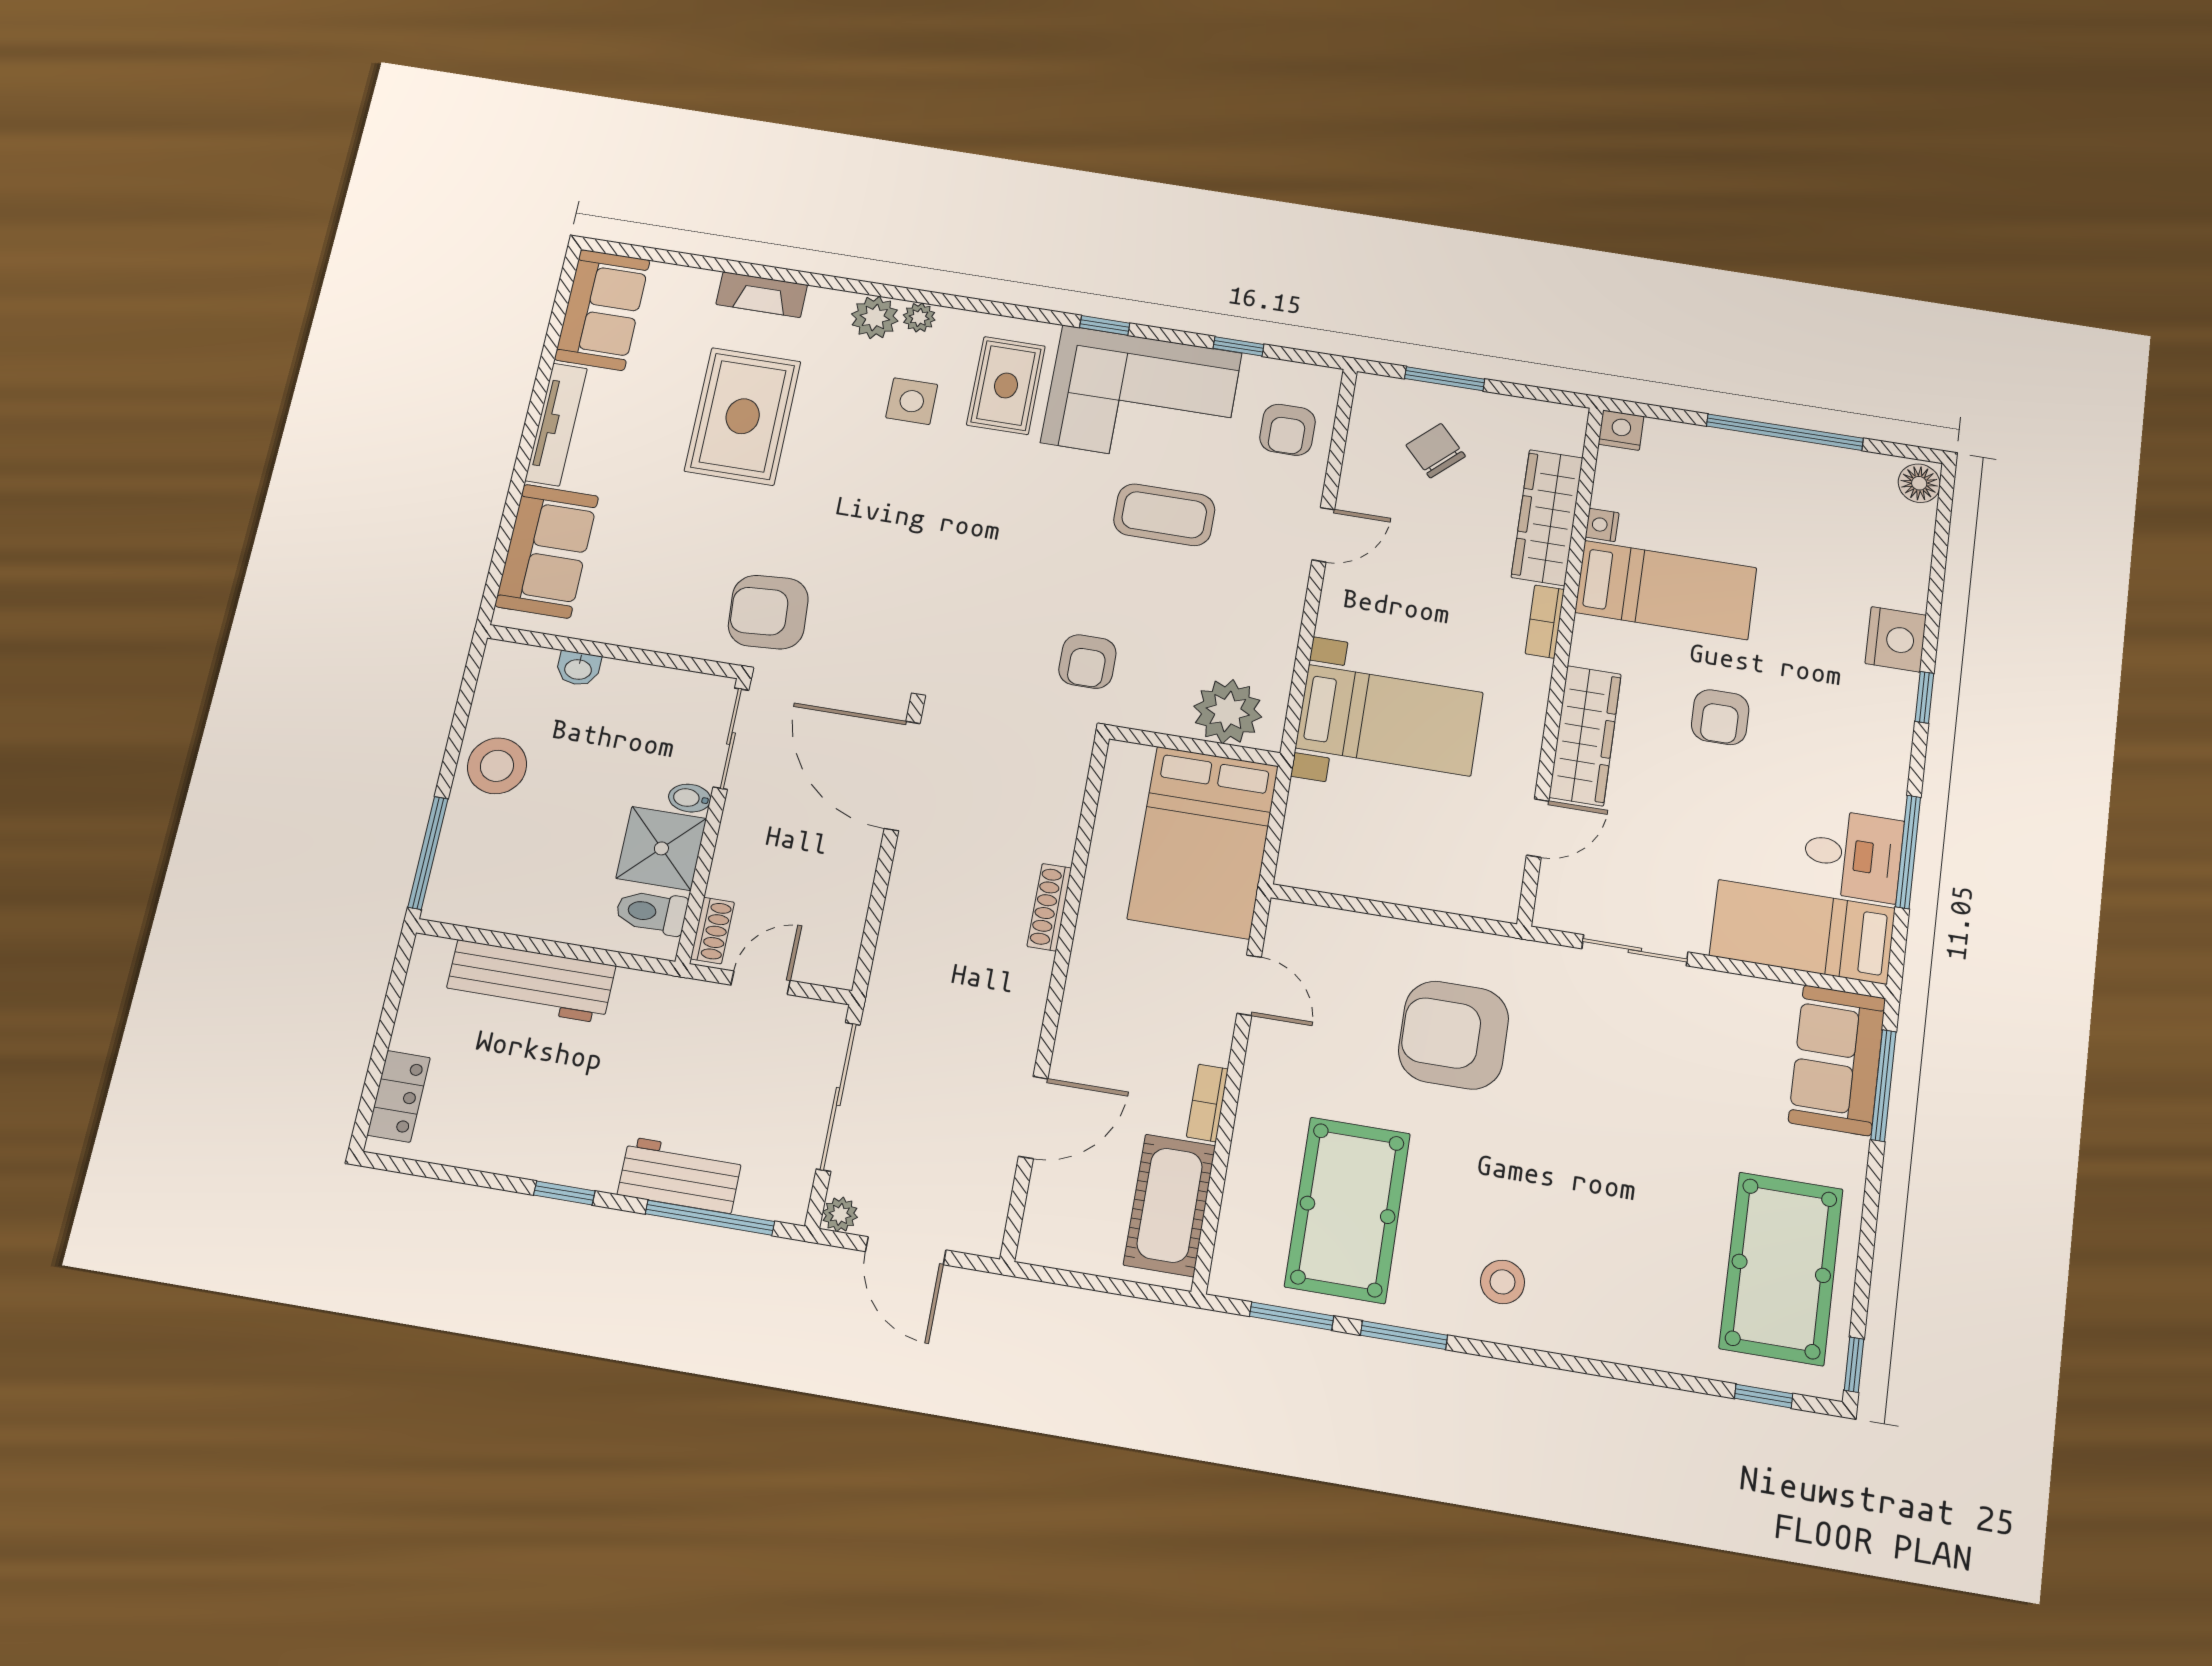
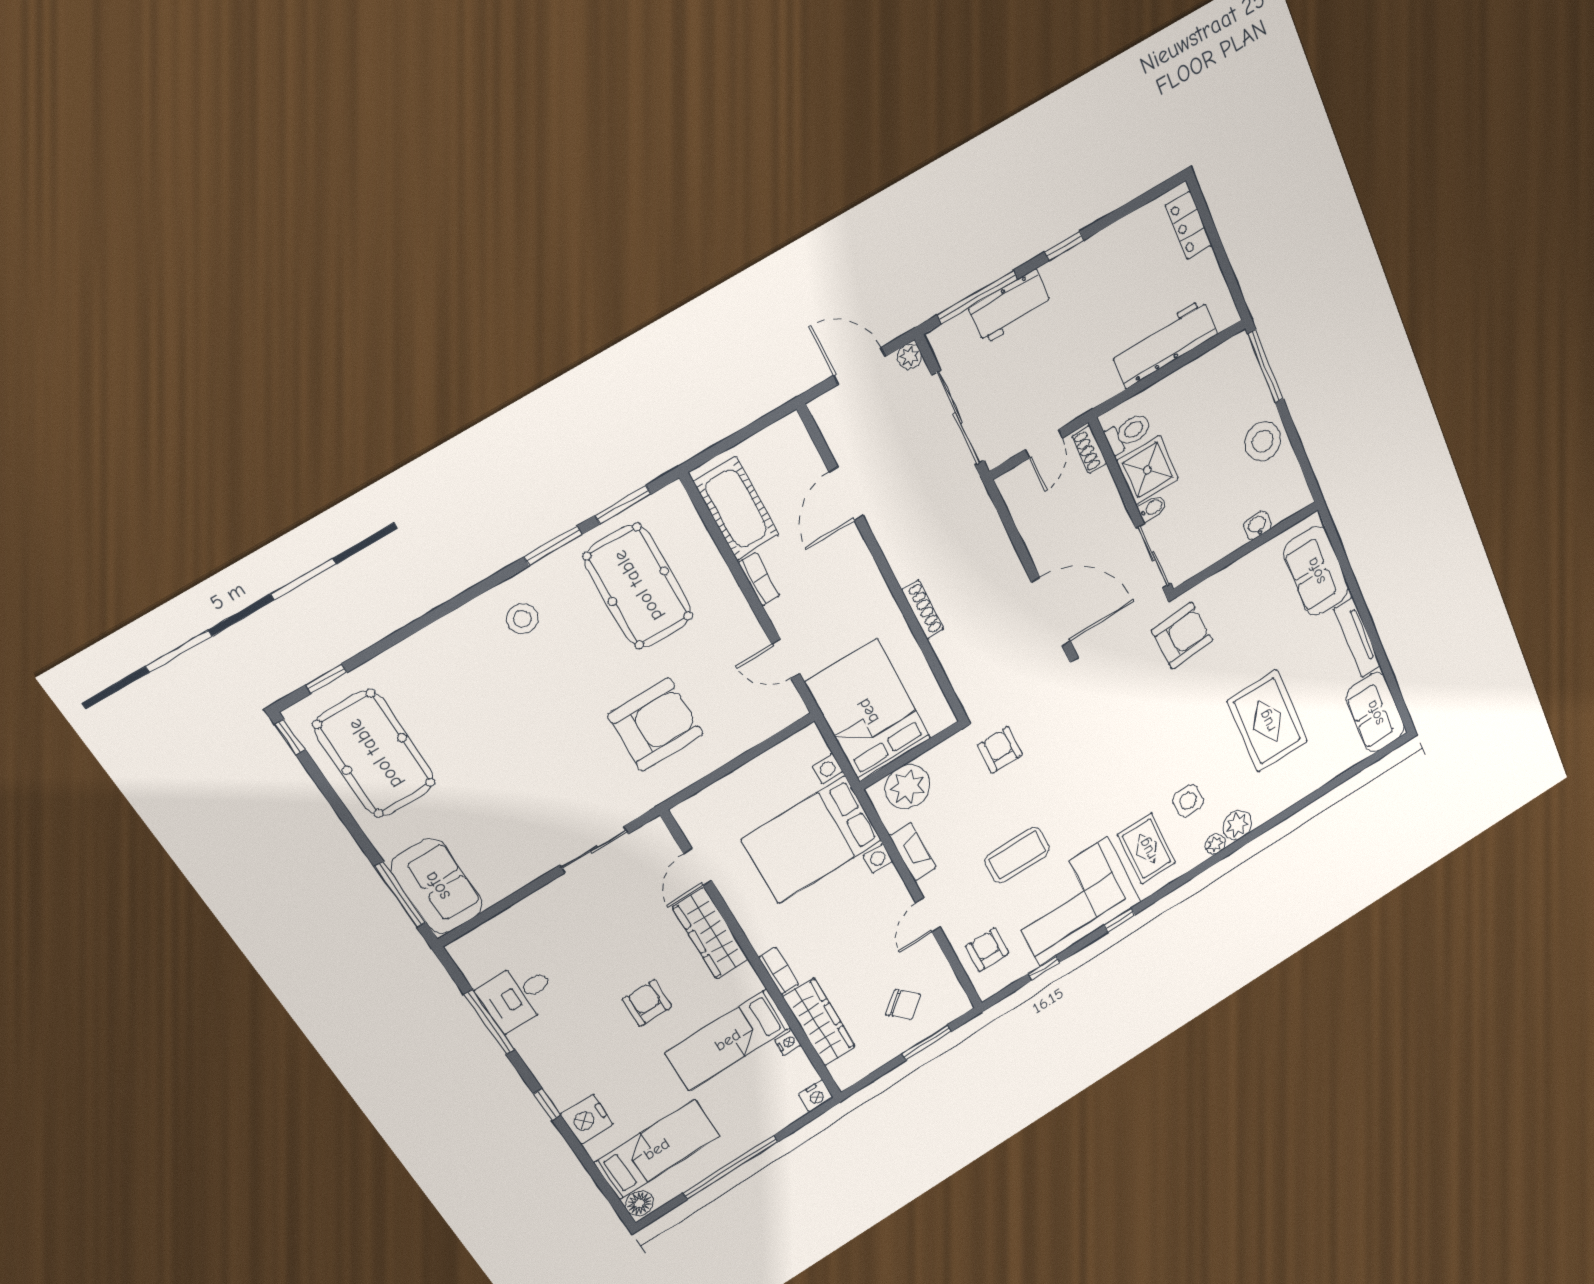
fireplace: (762, 295) -> (913, 852), moved, turned 90
bed with nightstands: (1389, 720) -> (812, 840), width x1.36
bed: (1802, 932) -> (657, 1149), moved

